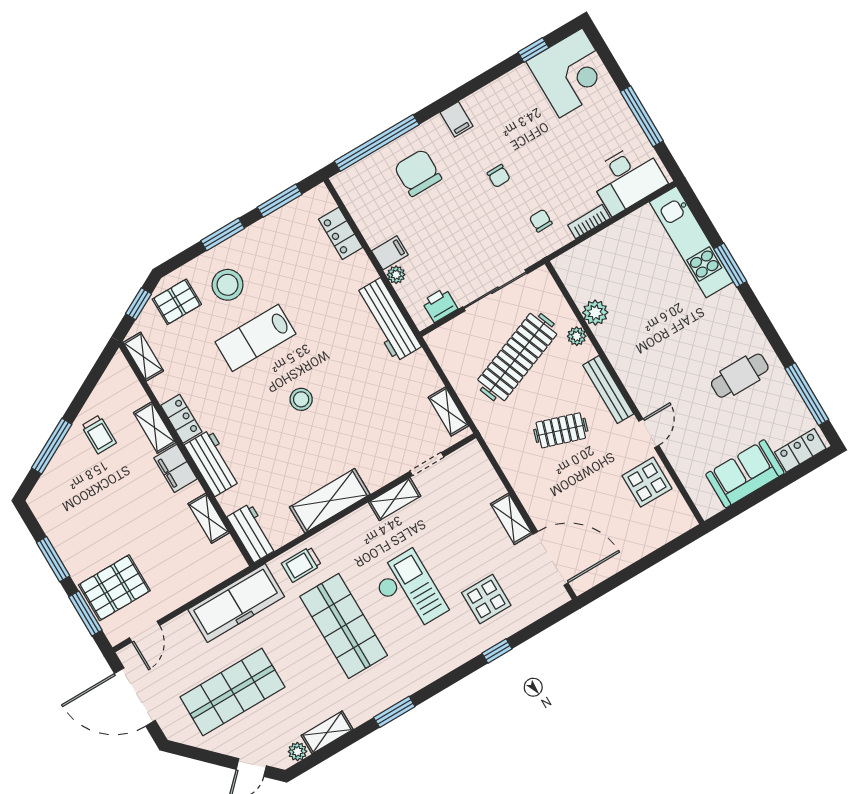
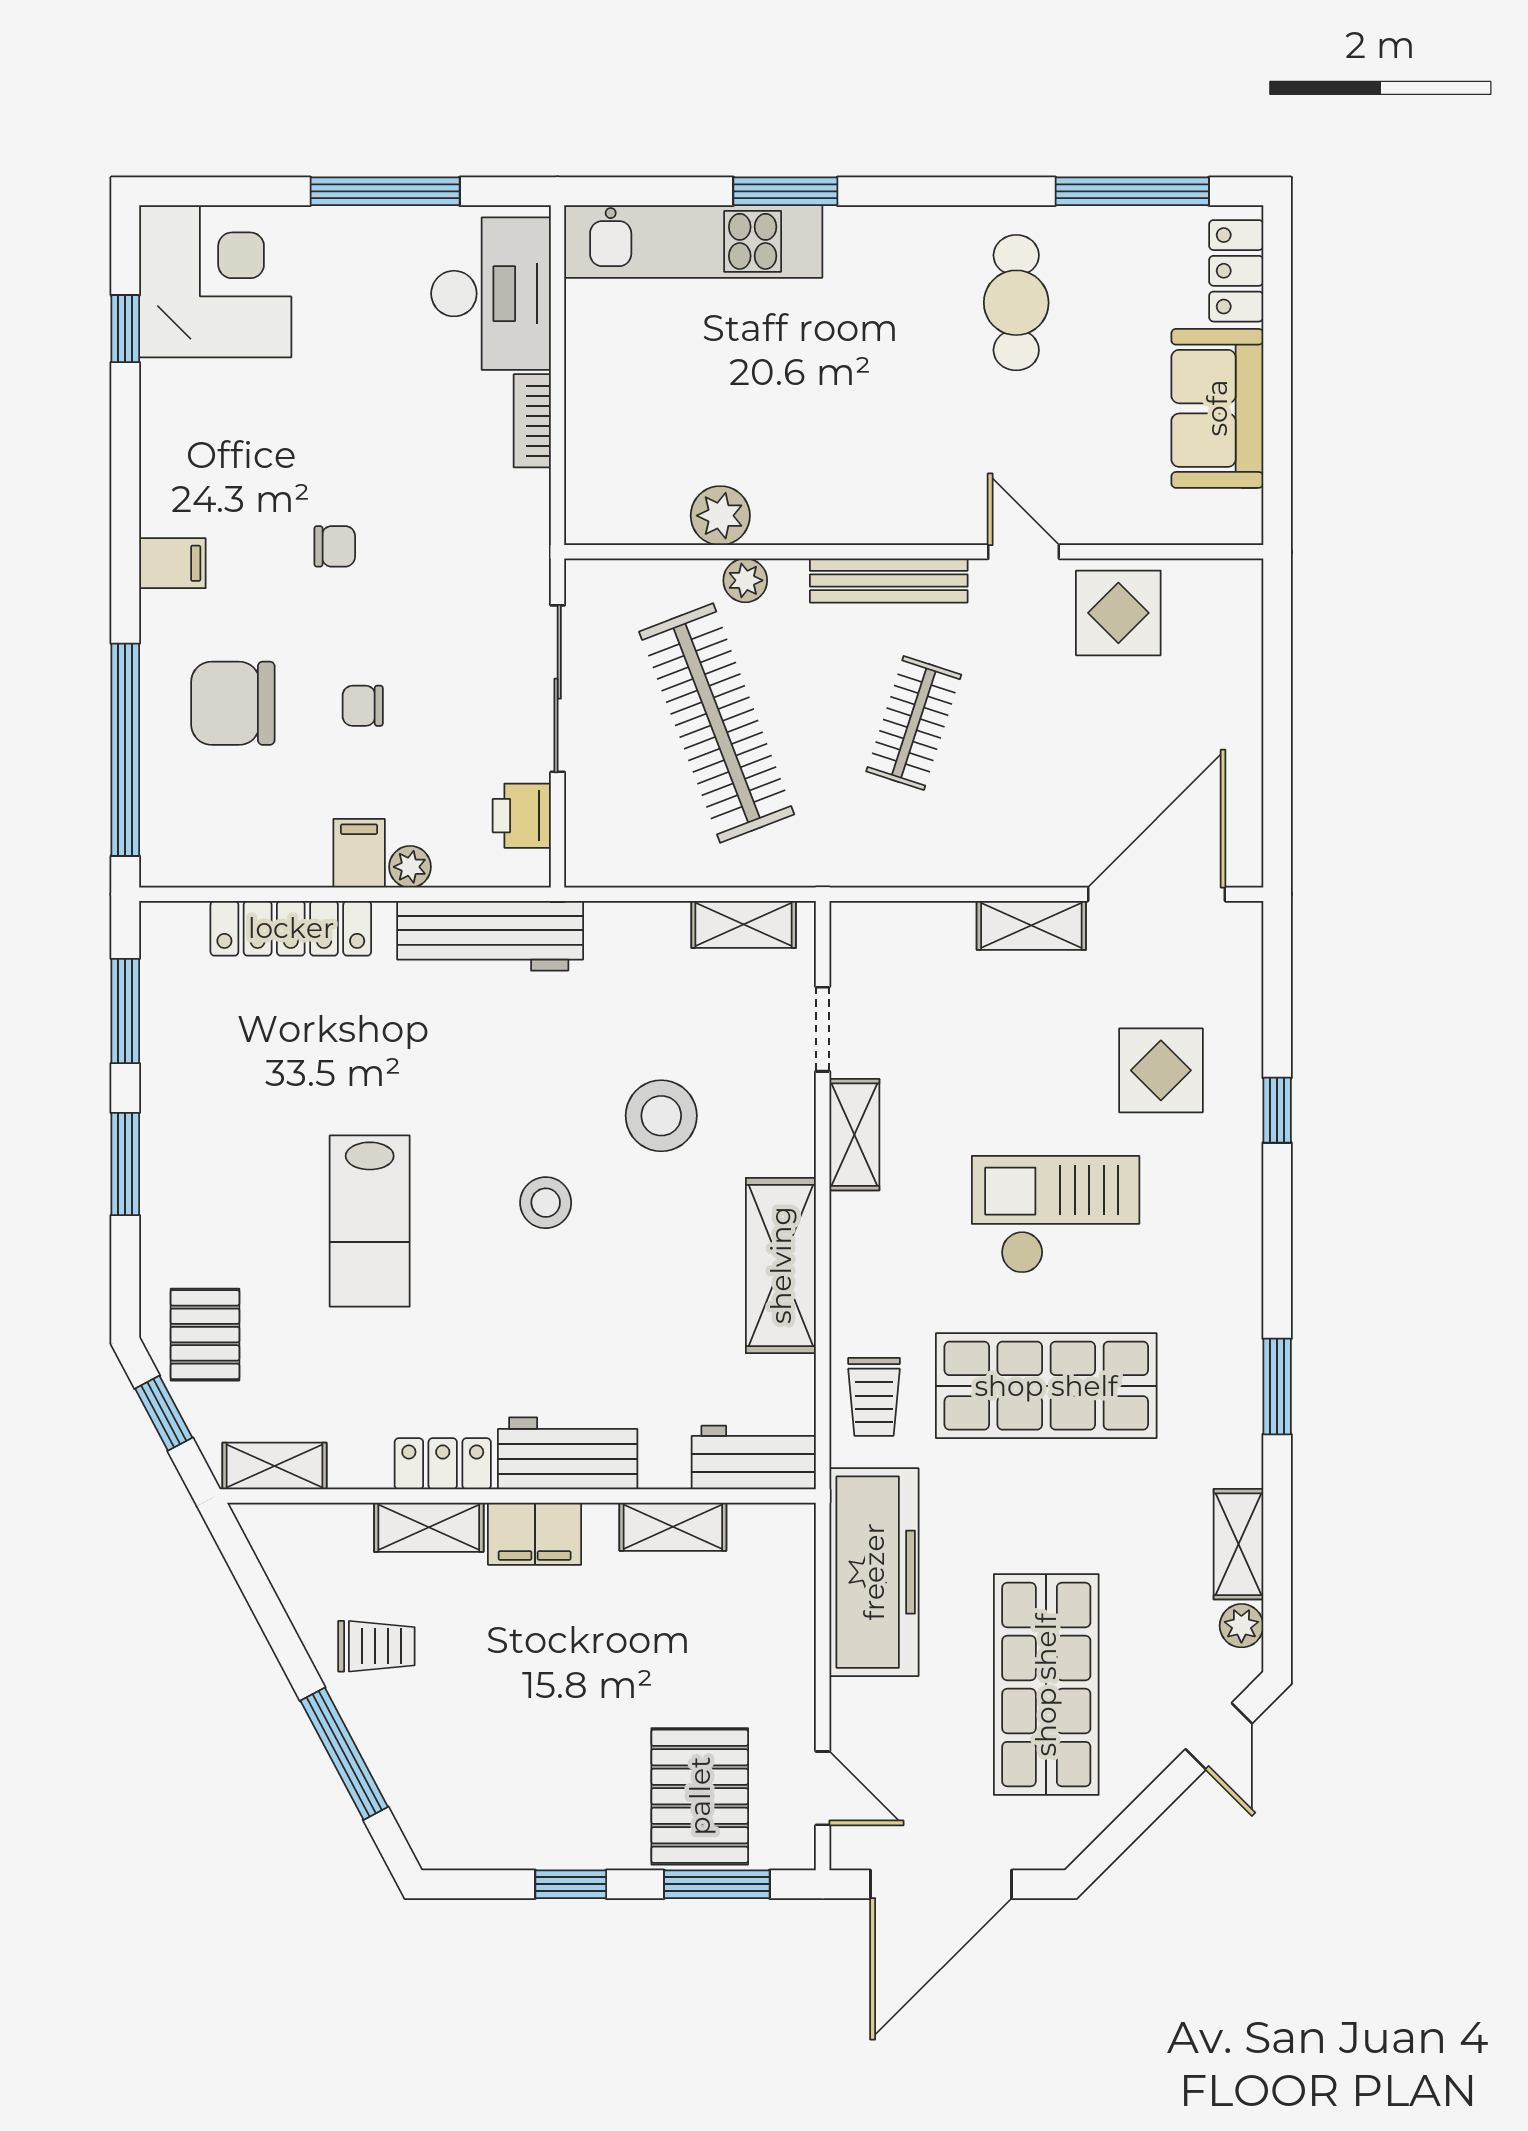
chair: (541, 221) -> (363, 706), moved
locker: (341, 233) -> (291, 928), width x1.53
stool: (228, 285) -> (661, 1116), moved
window: (53, 559) -> (571, 1884), width x0.67

